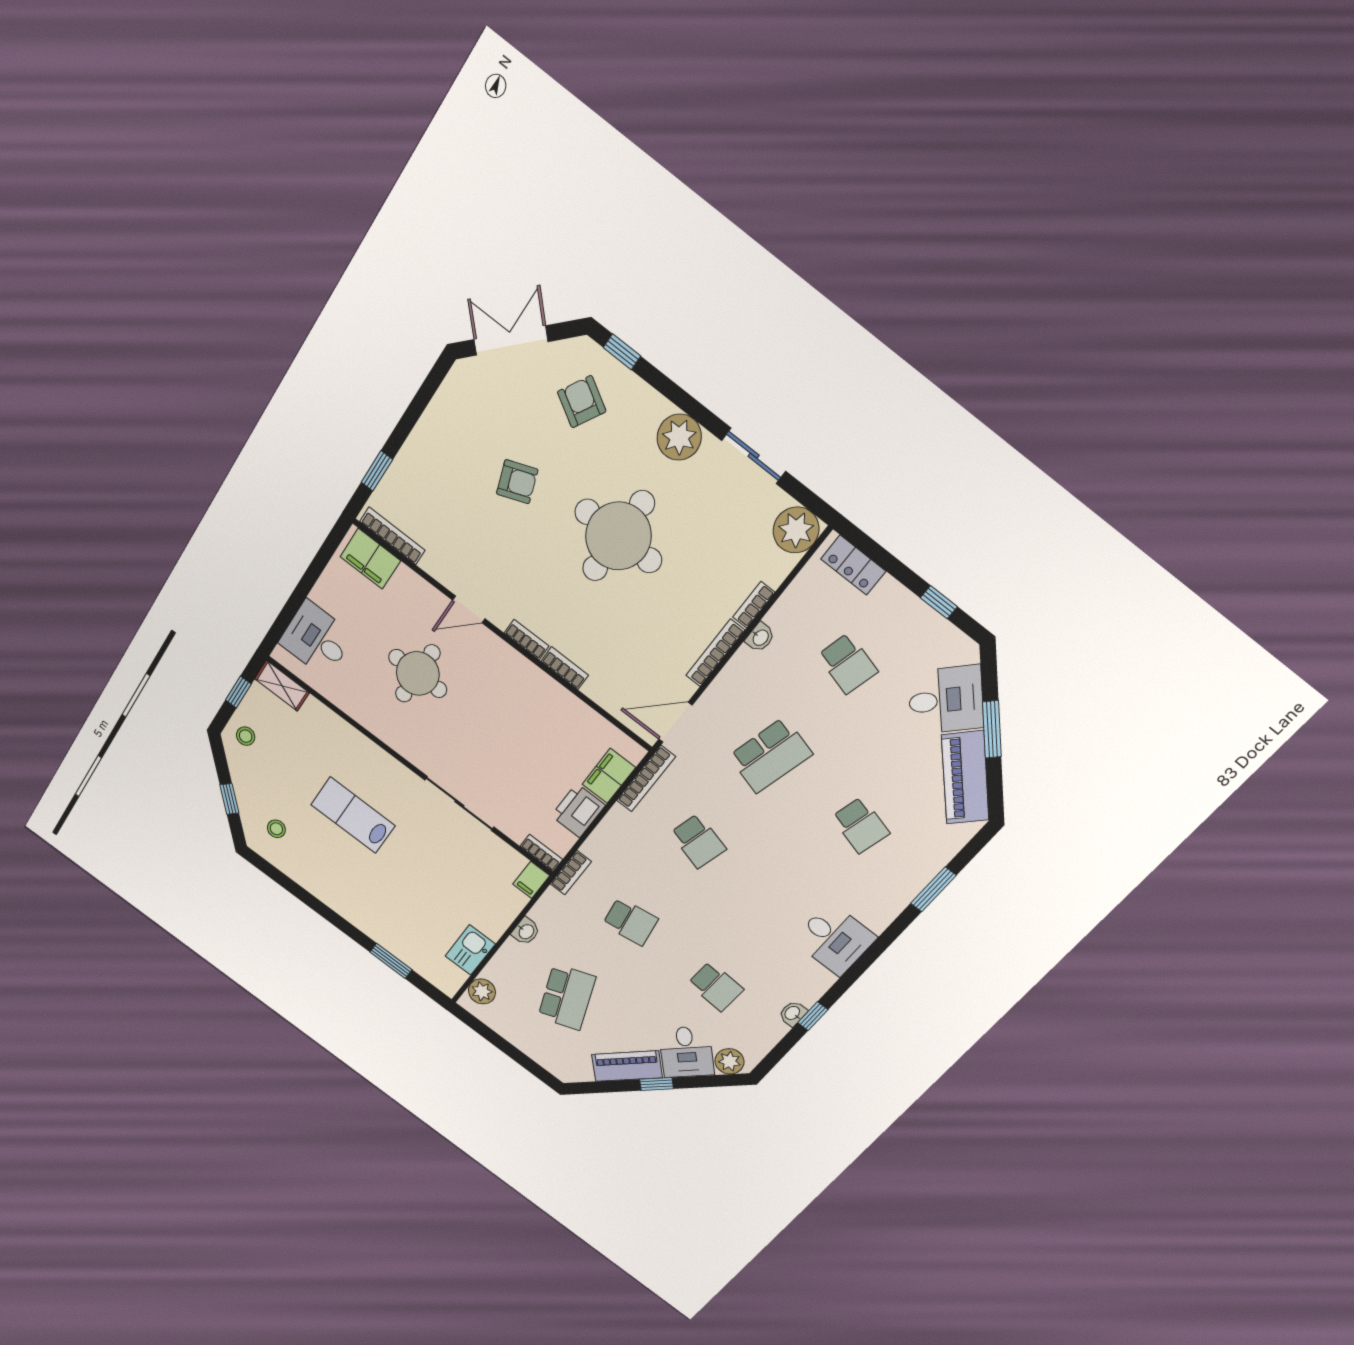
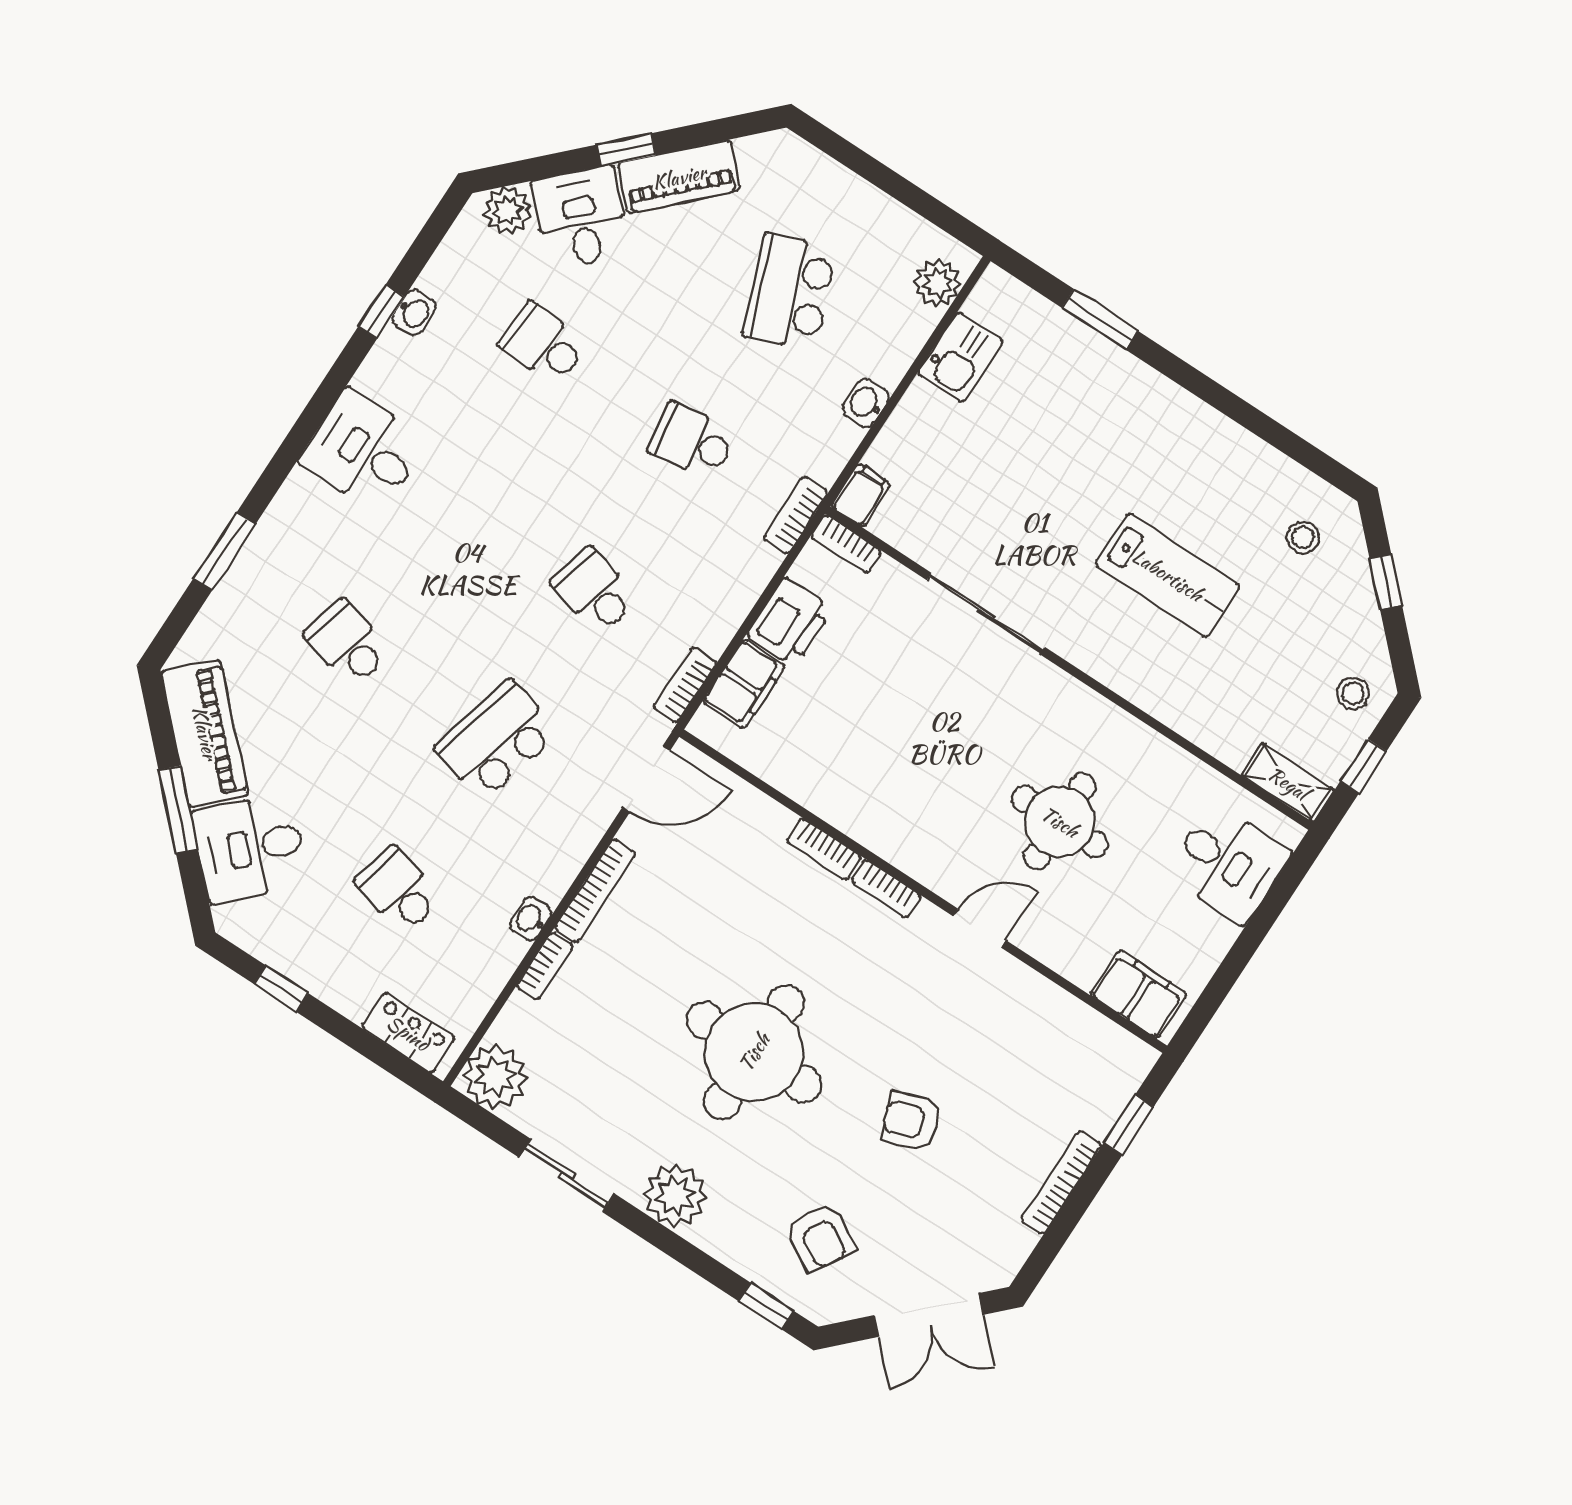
bookcase: (392, 536) -> (1061, 1183), moved, turned 90
bookcase: (646, 779) -> (685, 685), width x0.64

